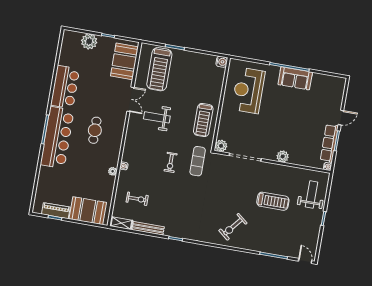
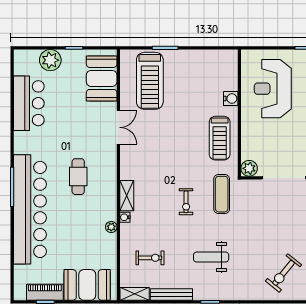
water cooler: (222, 62) -> (231, 99), moved
bar counter: (65, 87) -> (29, 103), moved
weight bench: (157, 117) -> (211, 257), moved
bar counter: (57, 138) -> (30, 209), width x1.36
shelving: (128, 150) -> (127, 196), added

